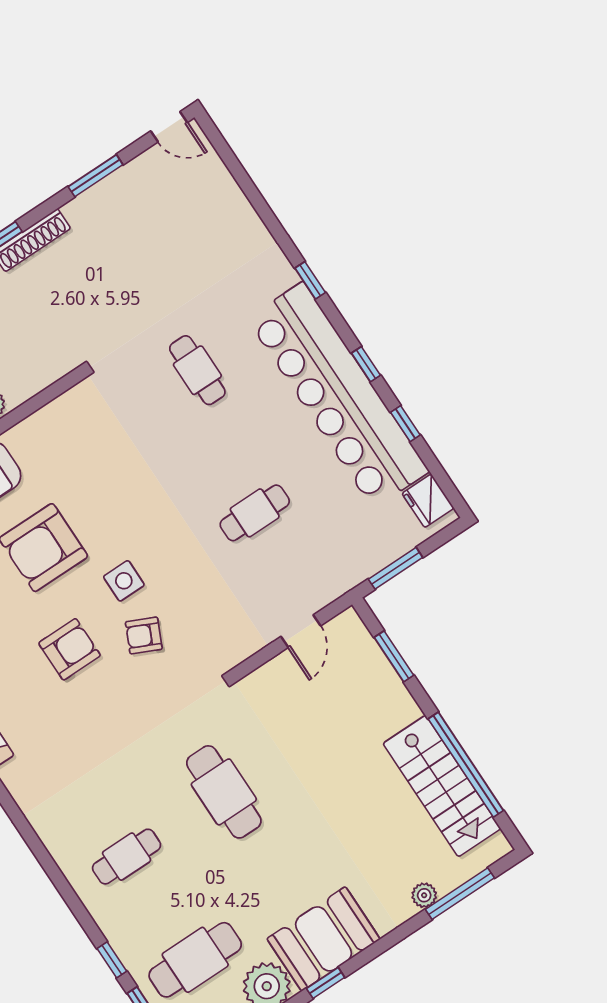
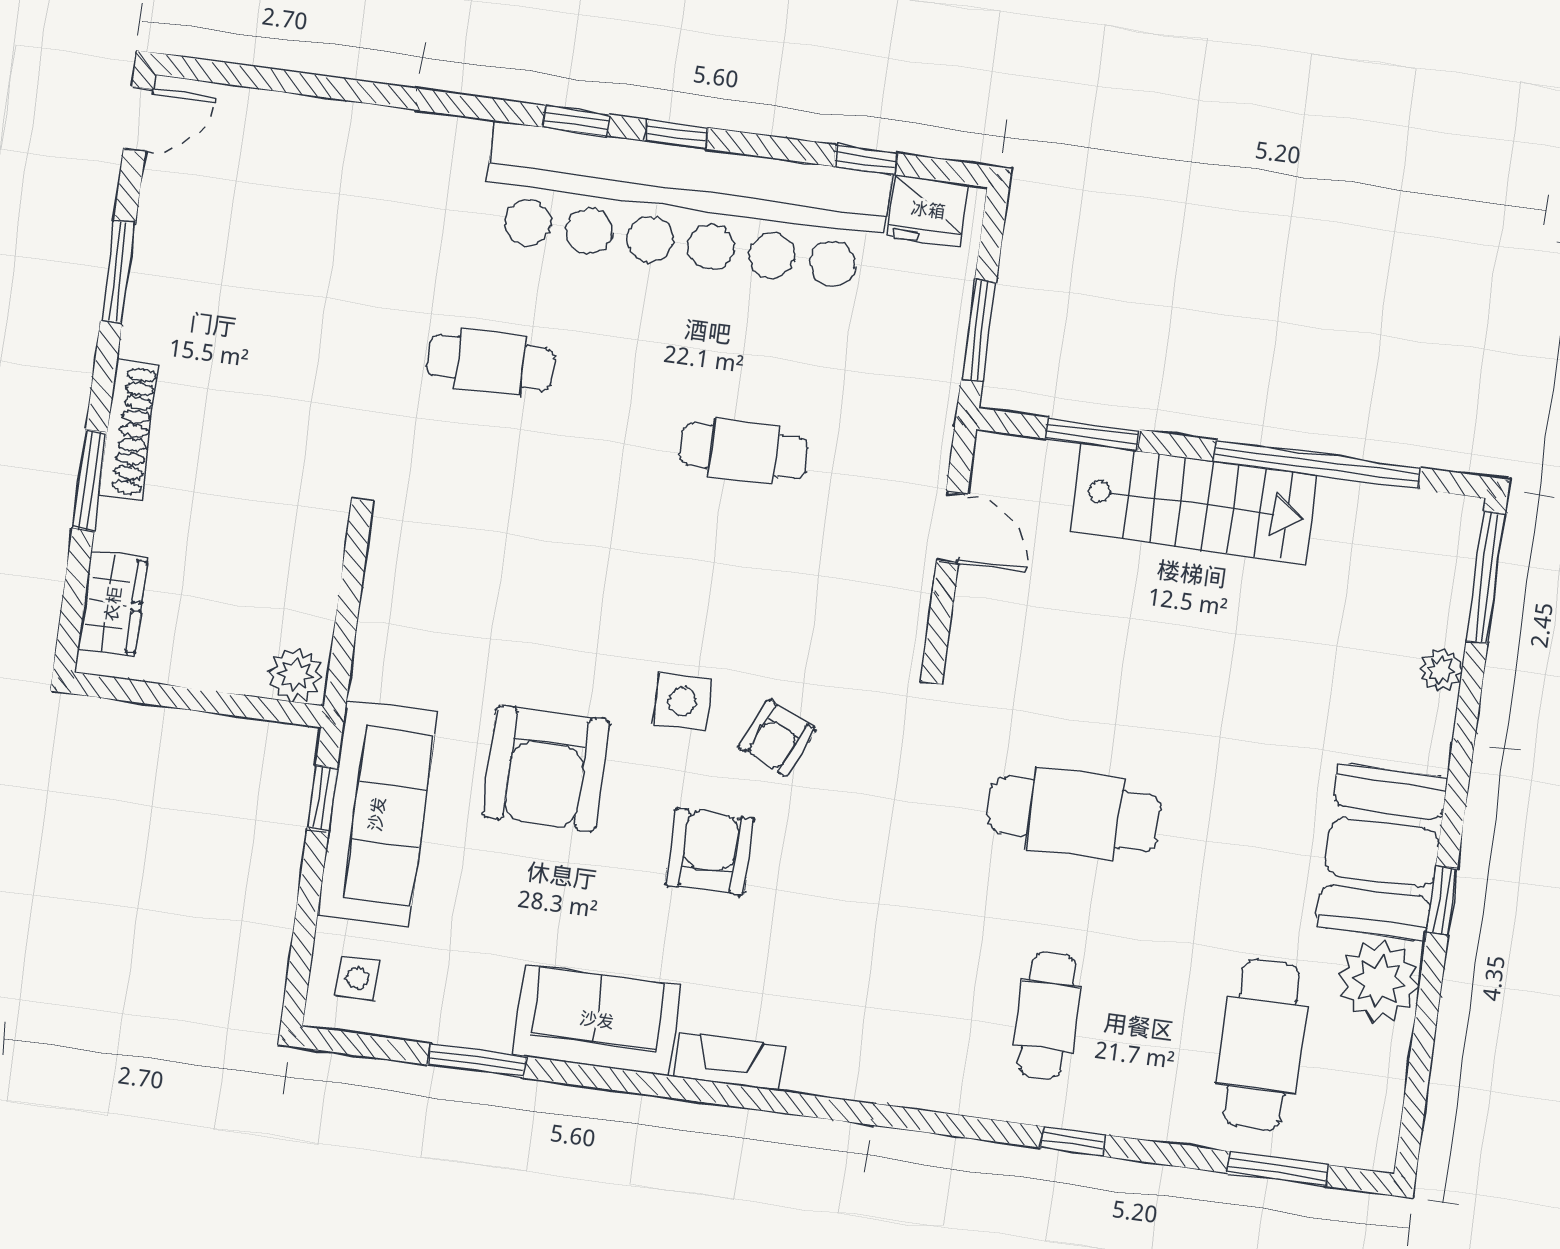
window: (310, 280) -> (576, 121), moved
window: (405, 424) -> (865, 160), moved
cafe table: (255, 513) -> (744, 451), turned 90
stairs: (442, 786) -> (1194, 504), moved
window: (460, 894) -> (1486, 577), moved
window: (112, 960) -> (1073, 1141), moved

